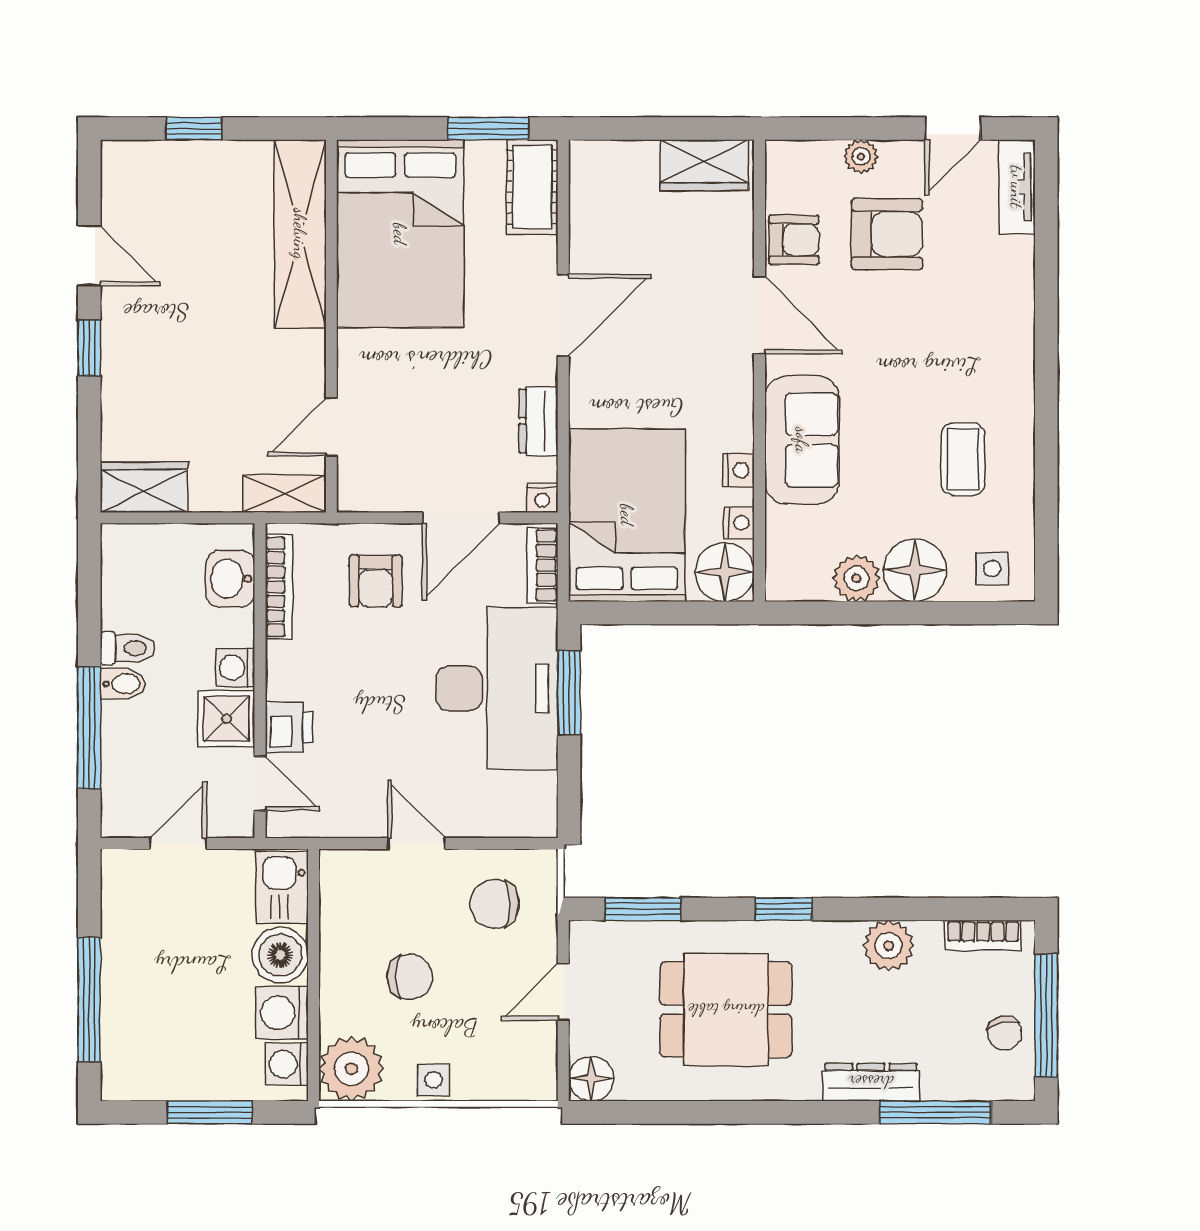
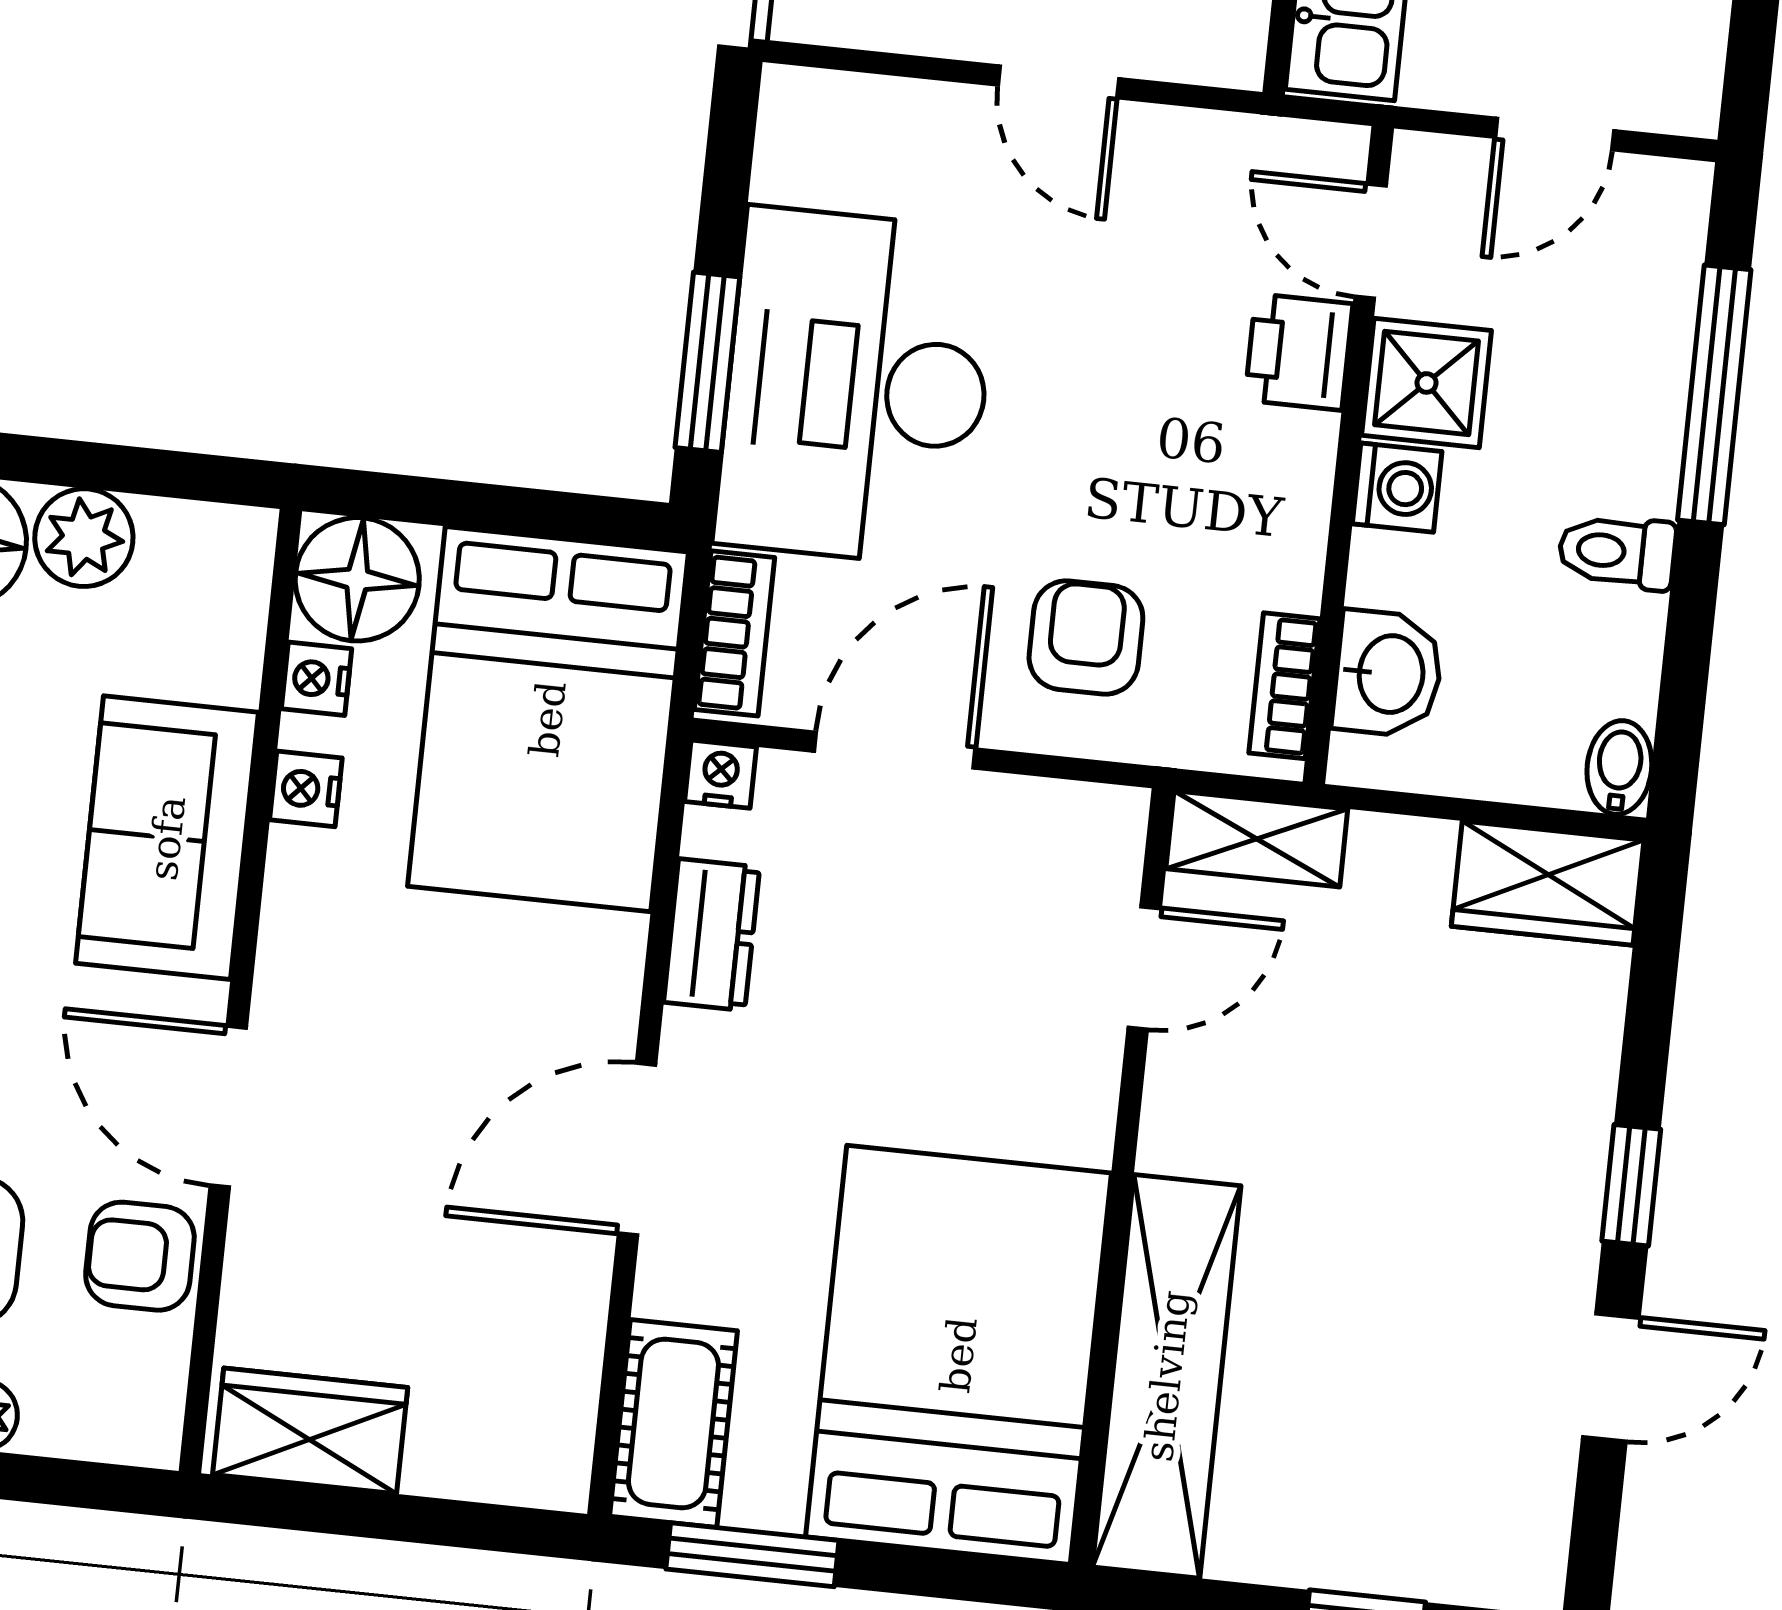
door: (89, 256) -> (1611, 1377), swing flipped
bookcase: (279, 587) -> (1284, 686), width x0.64
bidet: (123, 684) -> (1619, 768), moved, turned 90

